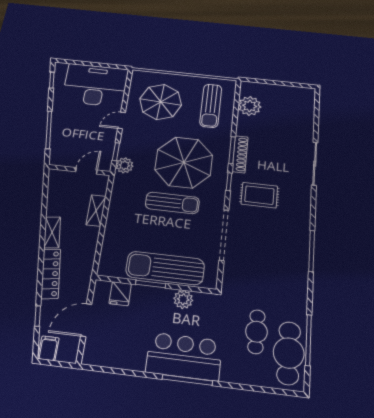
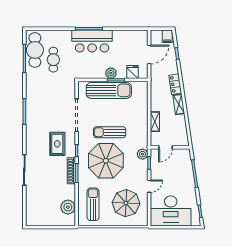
rug: (259, 195) -> (57, 144), turned 90
locker: (51, 274) -> (175, 84), width x0.66
plant: (183, 299) -> (111, 73), moved

